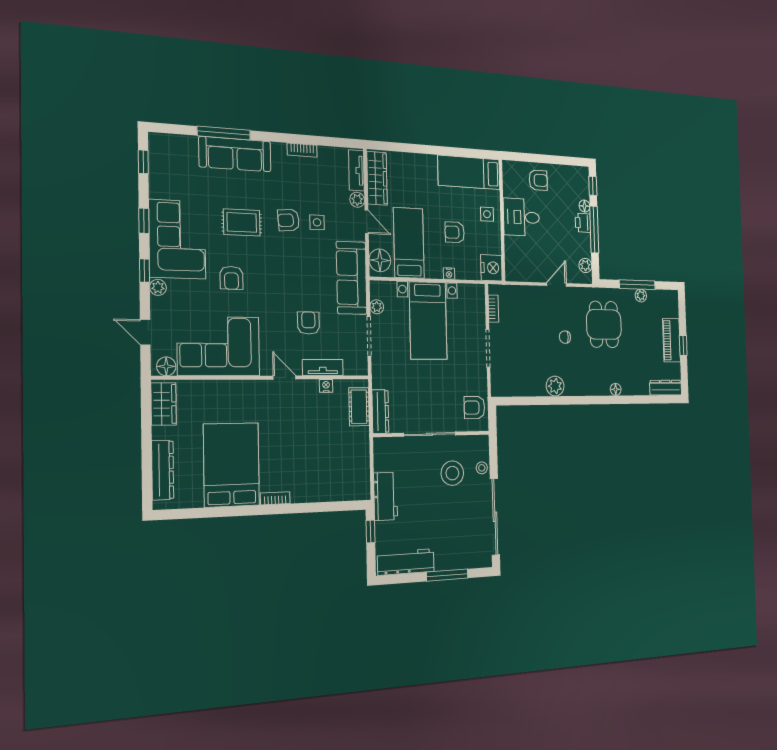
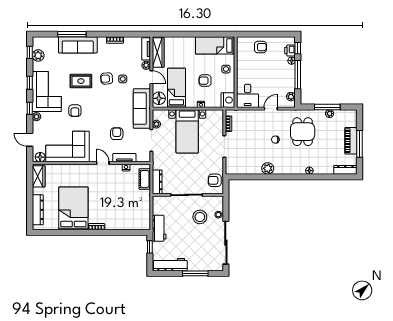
plant: (160, 169) -> (38, 55), added
desk: (521, 217) -> (248, 96), moved, turned -90
printer: (583, 223) -> (290, 51), moved
window: (683, 345) -> (359, 144), width x2.17

